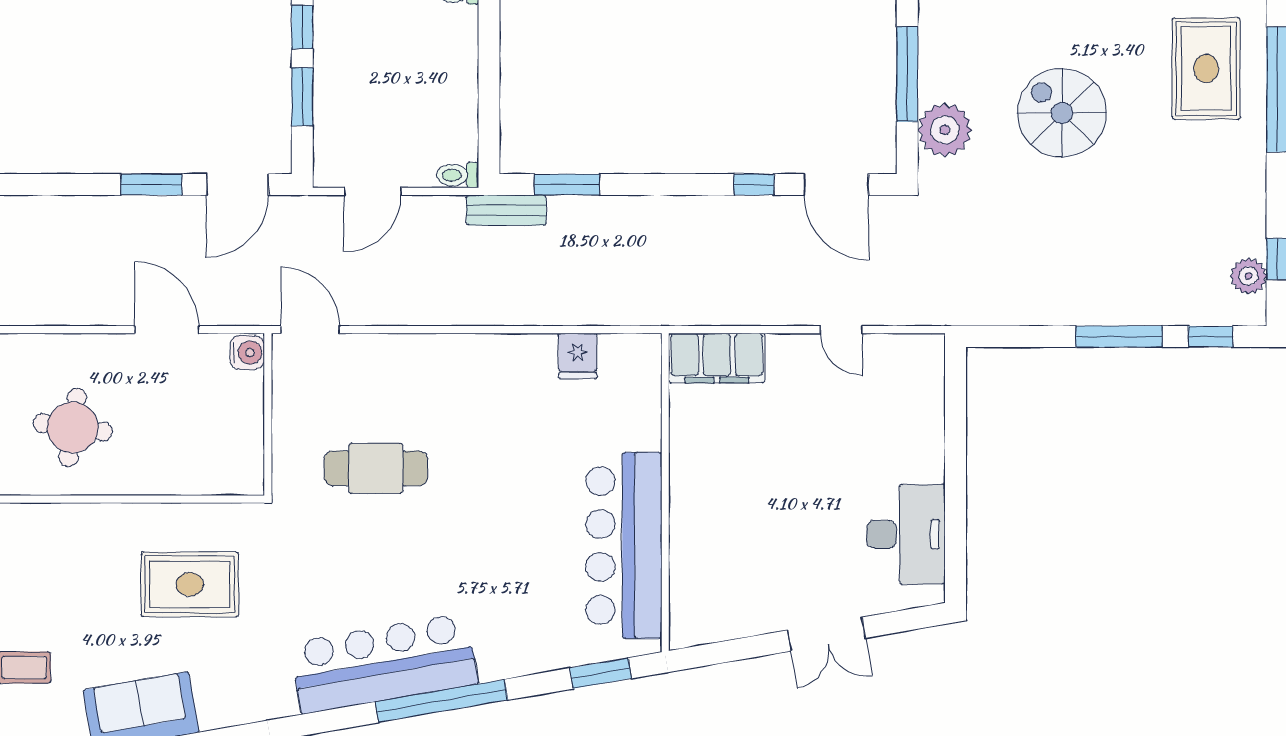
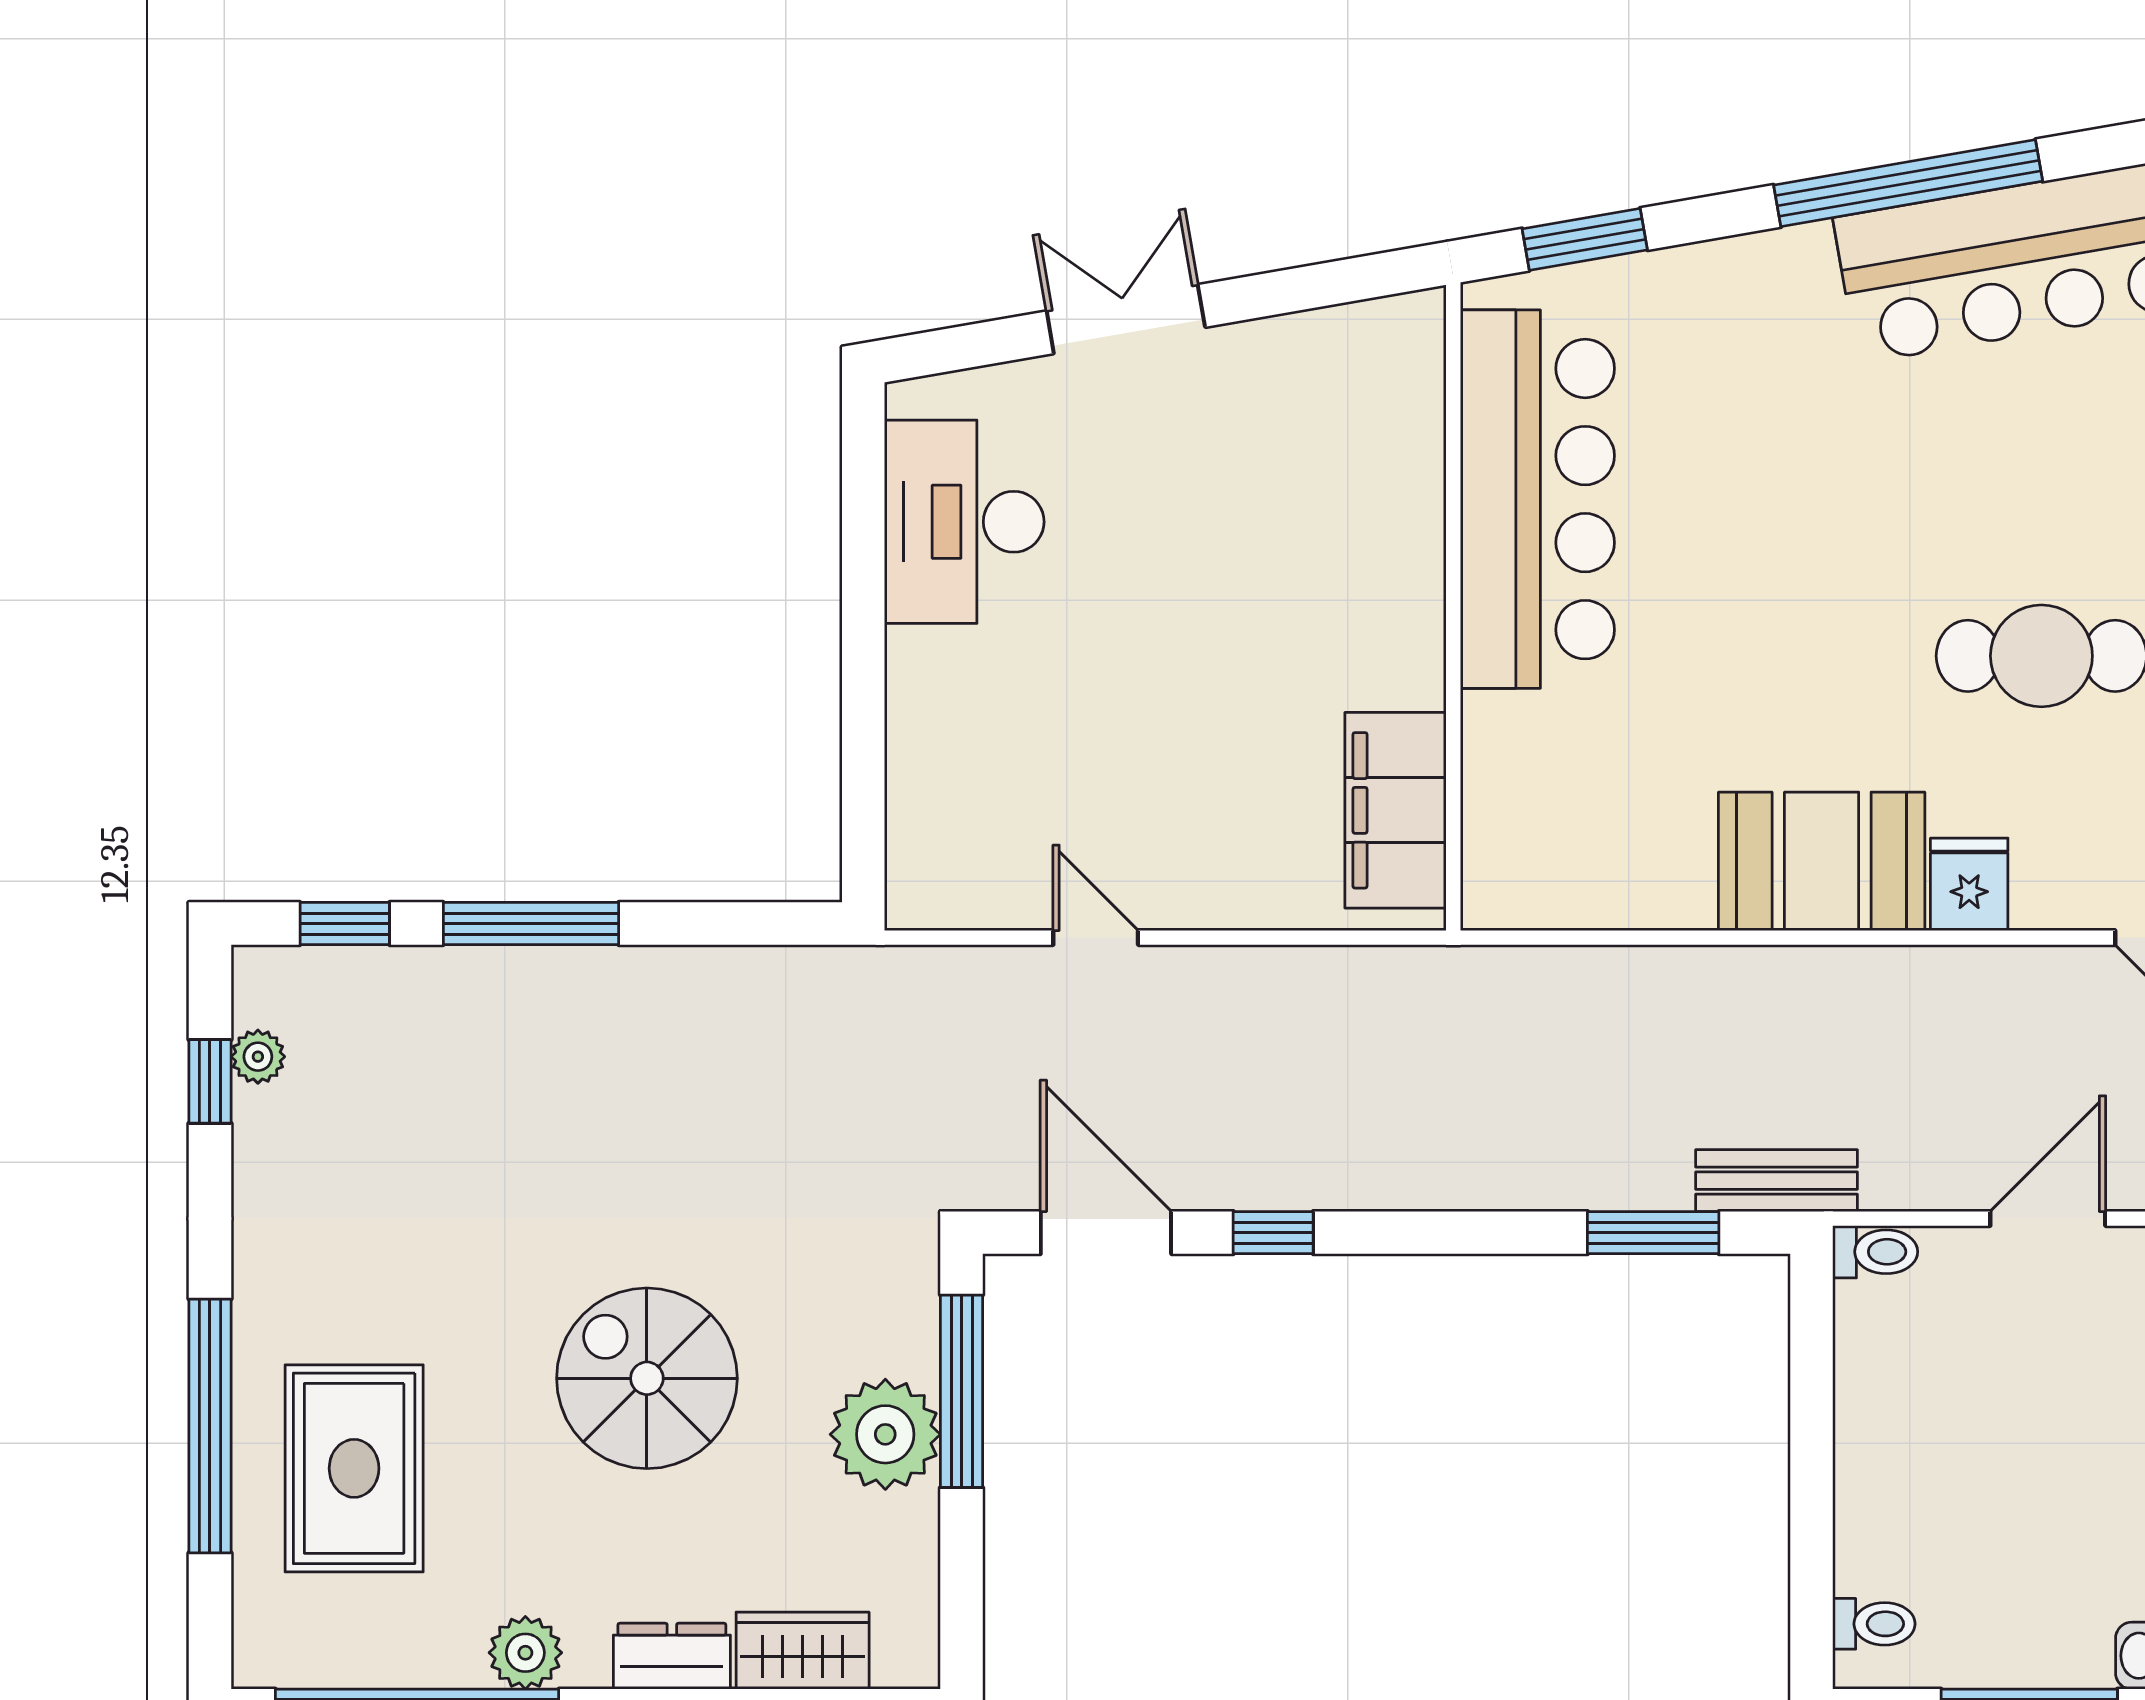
window: (907, 74) -> (962, 1391), moved
spiral stairs: (1062, 113) -> (647, 1378), turned 180
plant: (945, 130) -> (885, 1434), moved
plant: (1248, 276) -> (258, 1057), width x0.73, depth x0.73
fridge: (578, 356) -> (1969, 884), moved
filing cabinet: (717, 358) -> (1395, 810), moved, turned -90
booth: (484, 367) -> (1822, 861), added

